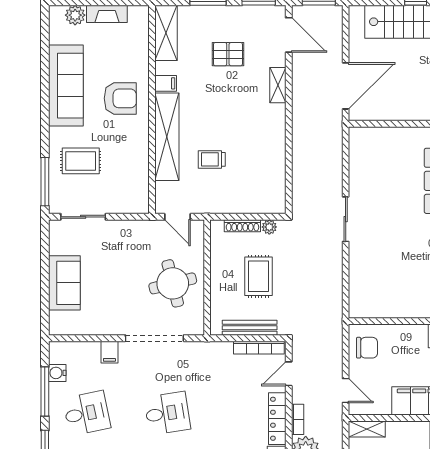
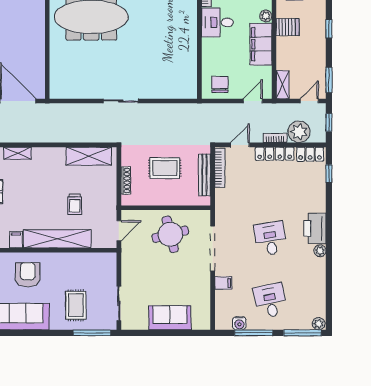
shelving: (274, 178) -> (89, 156), added
plant: (269, 227) -> (127, 160), removed
door: (289, 374) -> (240, 145), swing flipped

